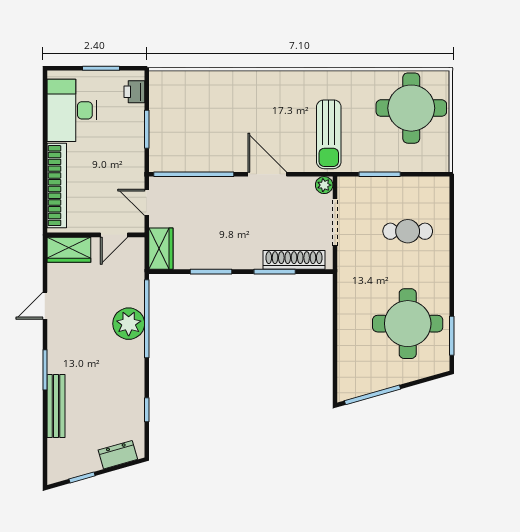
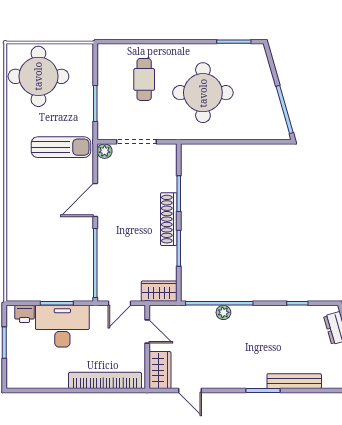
desk: (72, 110) -> (62, 326), moved, turned 180
shoe rack: (294, 260) -> (169, 219), moved
door: (45, 306) -> (190, 391), moved
plant: (129, 324) -> (223, 312), width x0.53, depth x0.53
round table: (408, 324) -> (203, 93), moved

